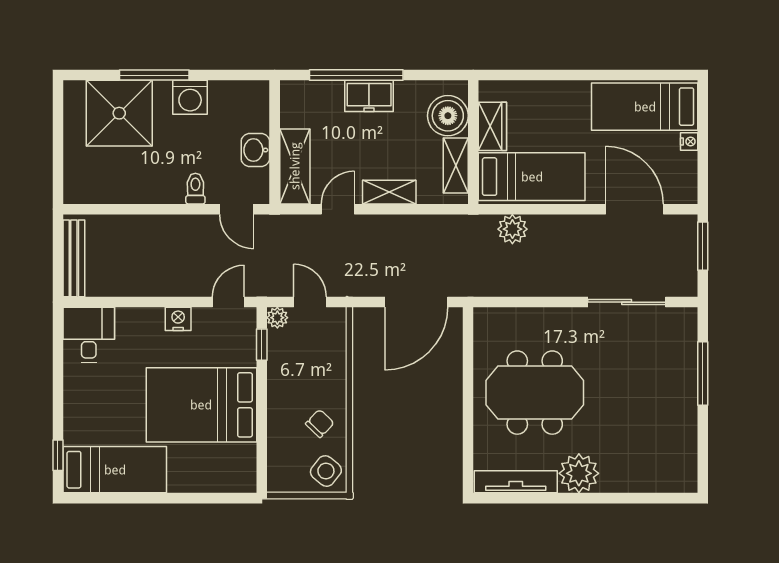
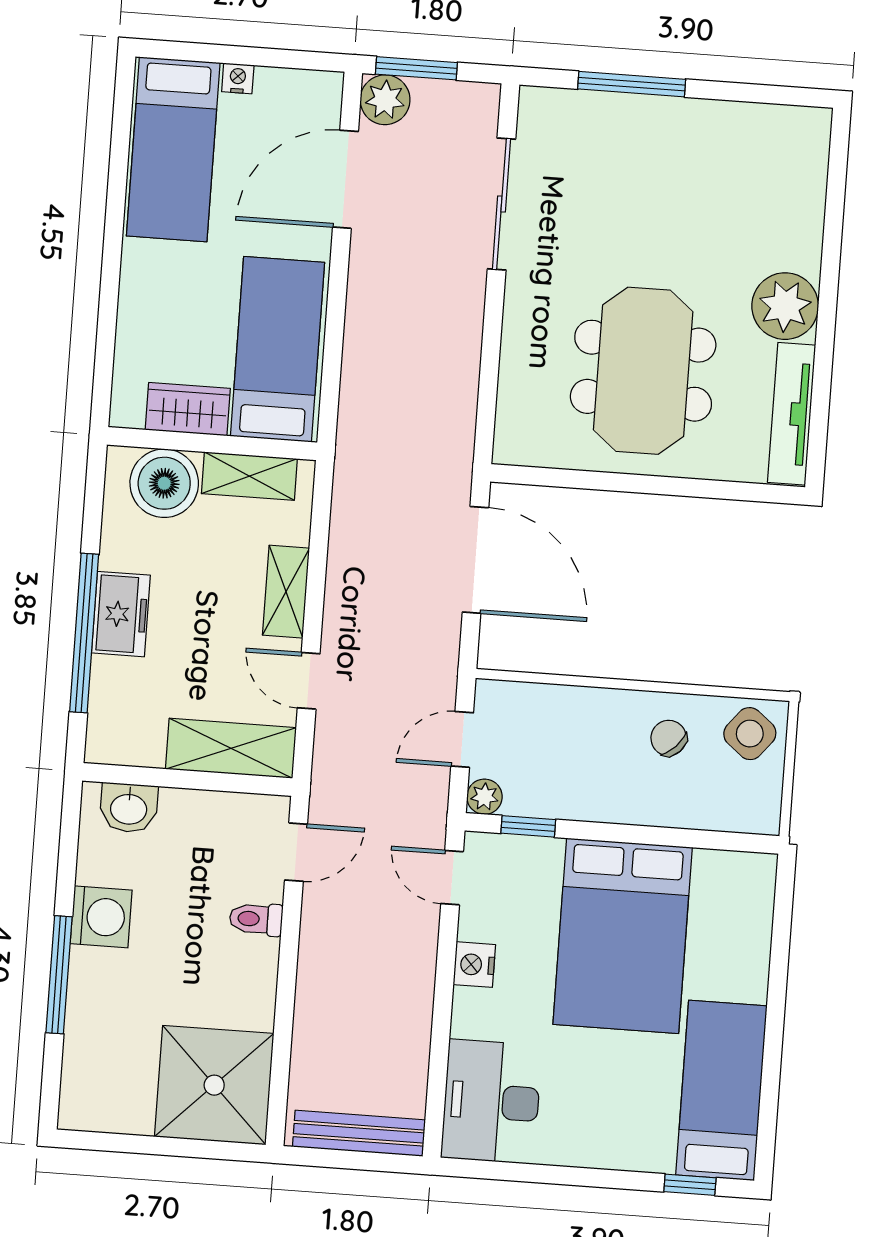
shower: (119, 113) -> (214, 1085), moved
washbasin: (255, 150) -> (129, 808), moved
plant: (512, 229) -> (385, 100), moved
desk: (89, 335) -> (491, 1102), width x1.37

